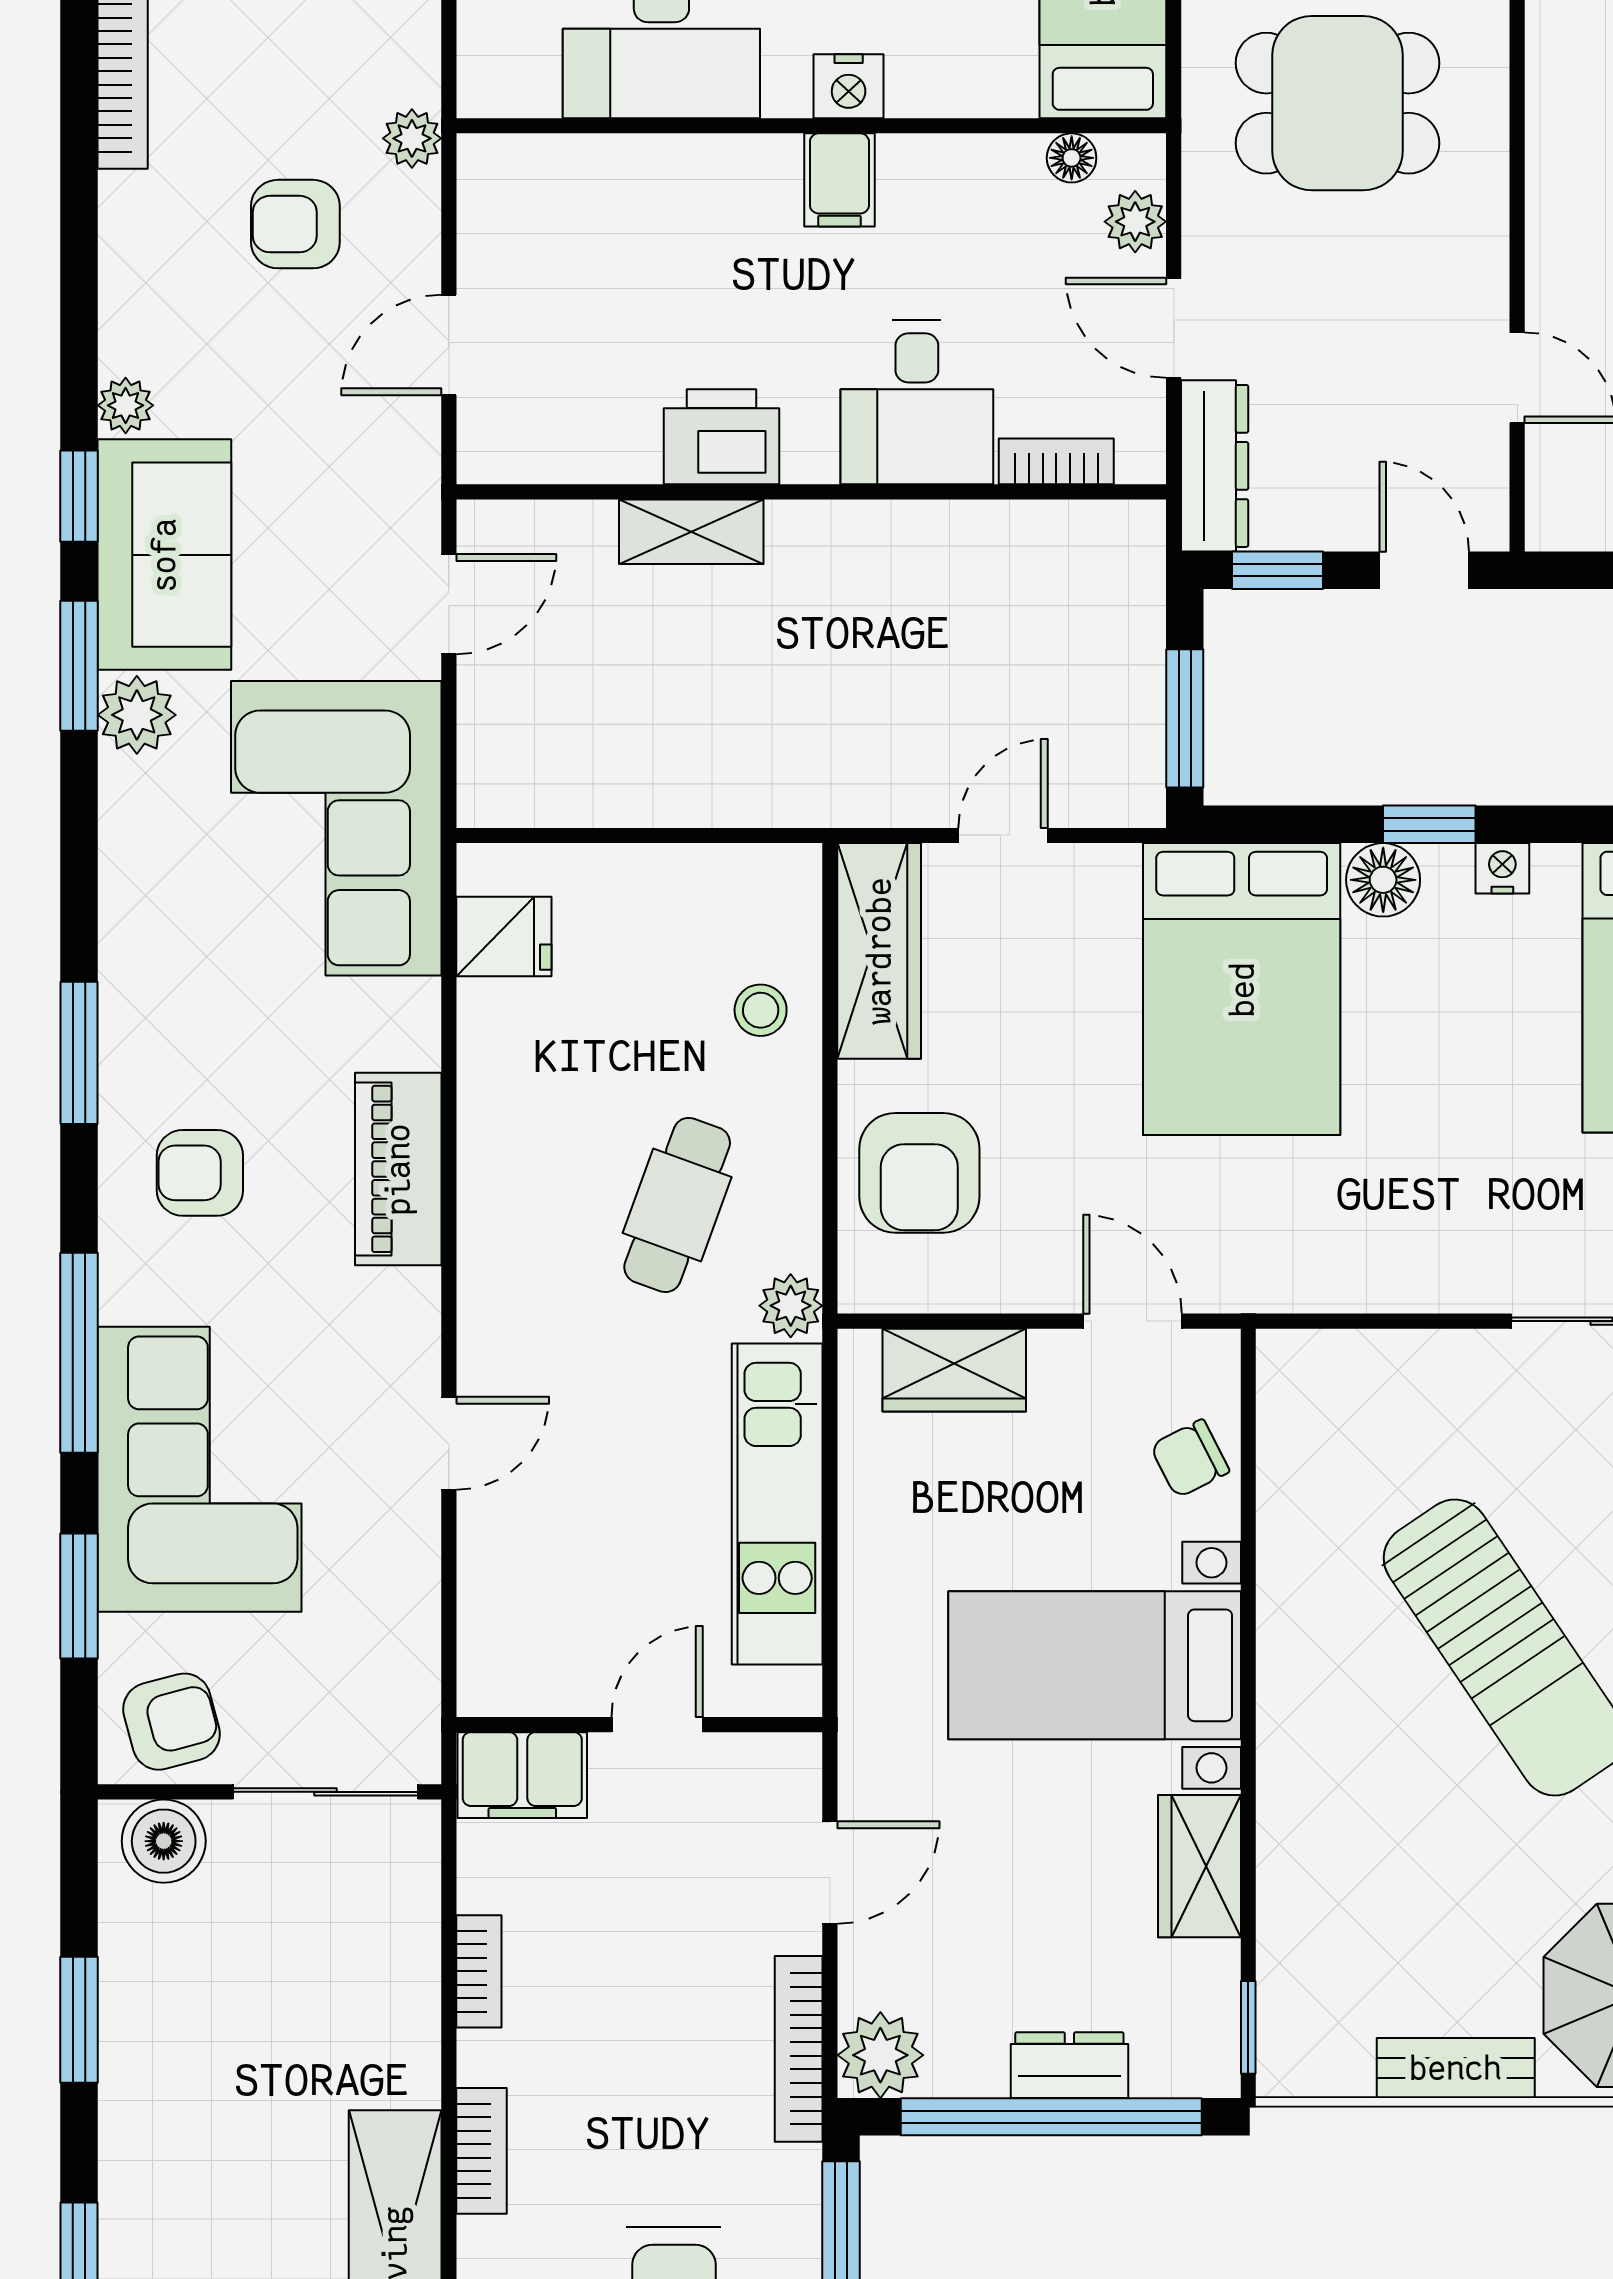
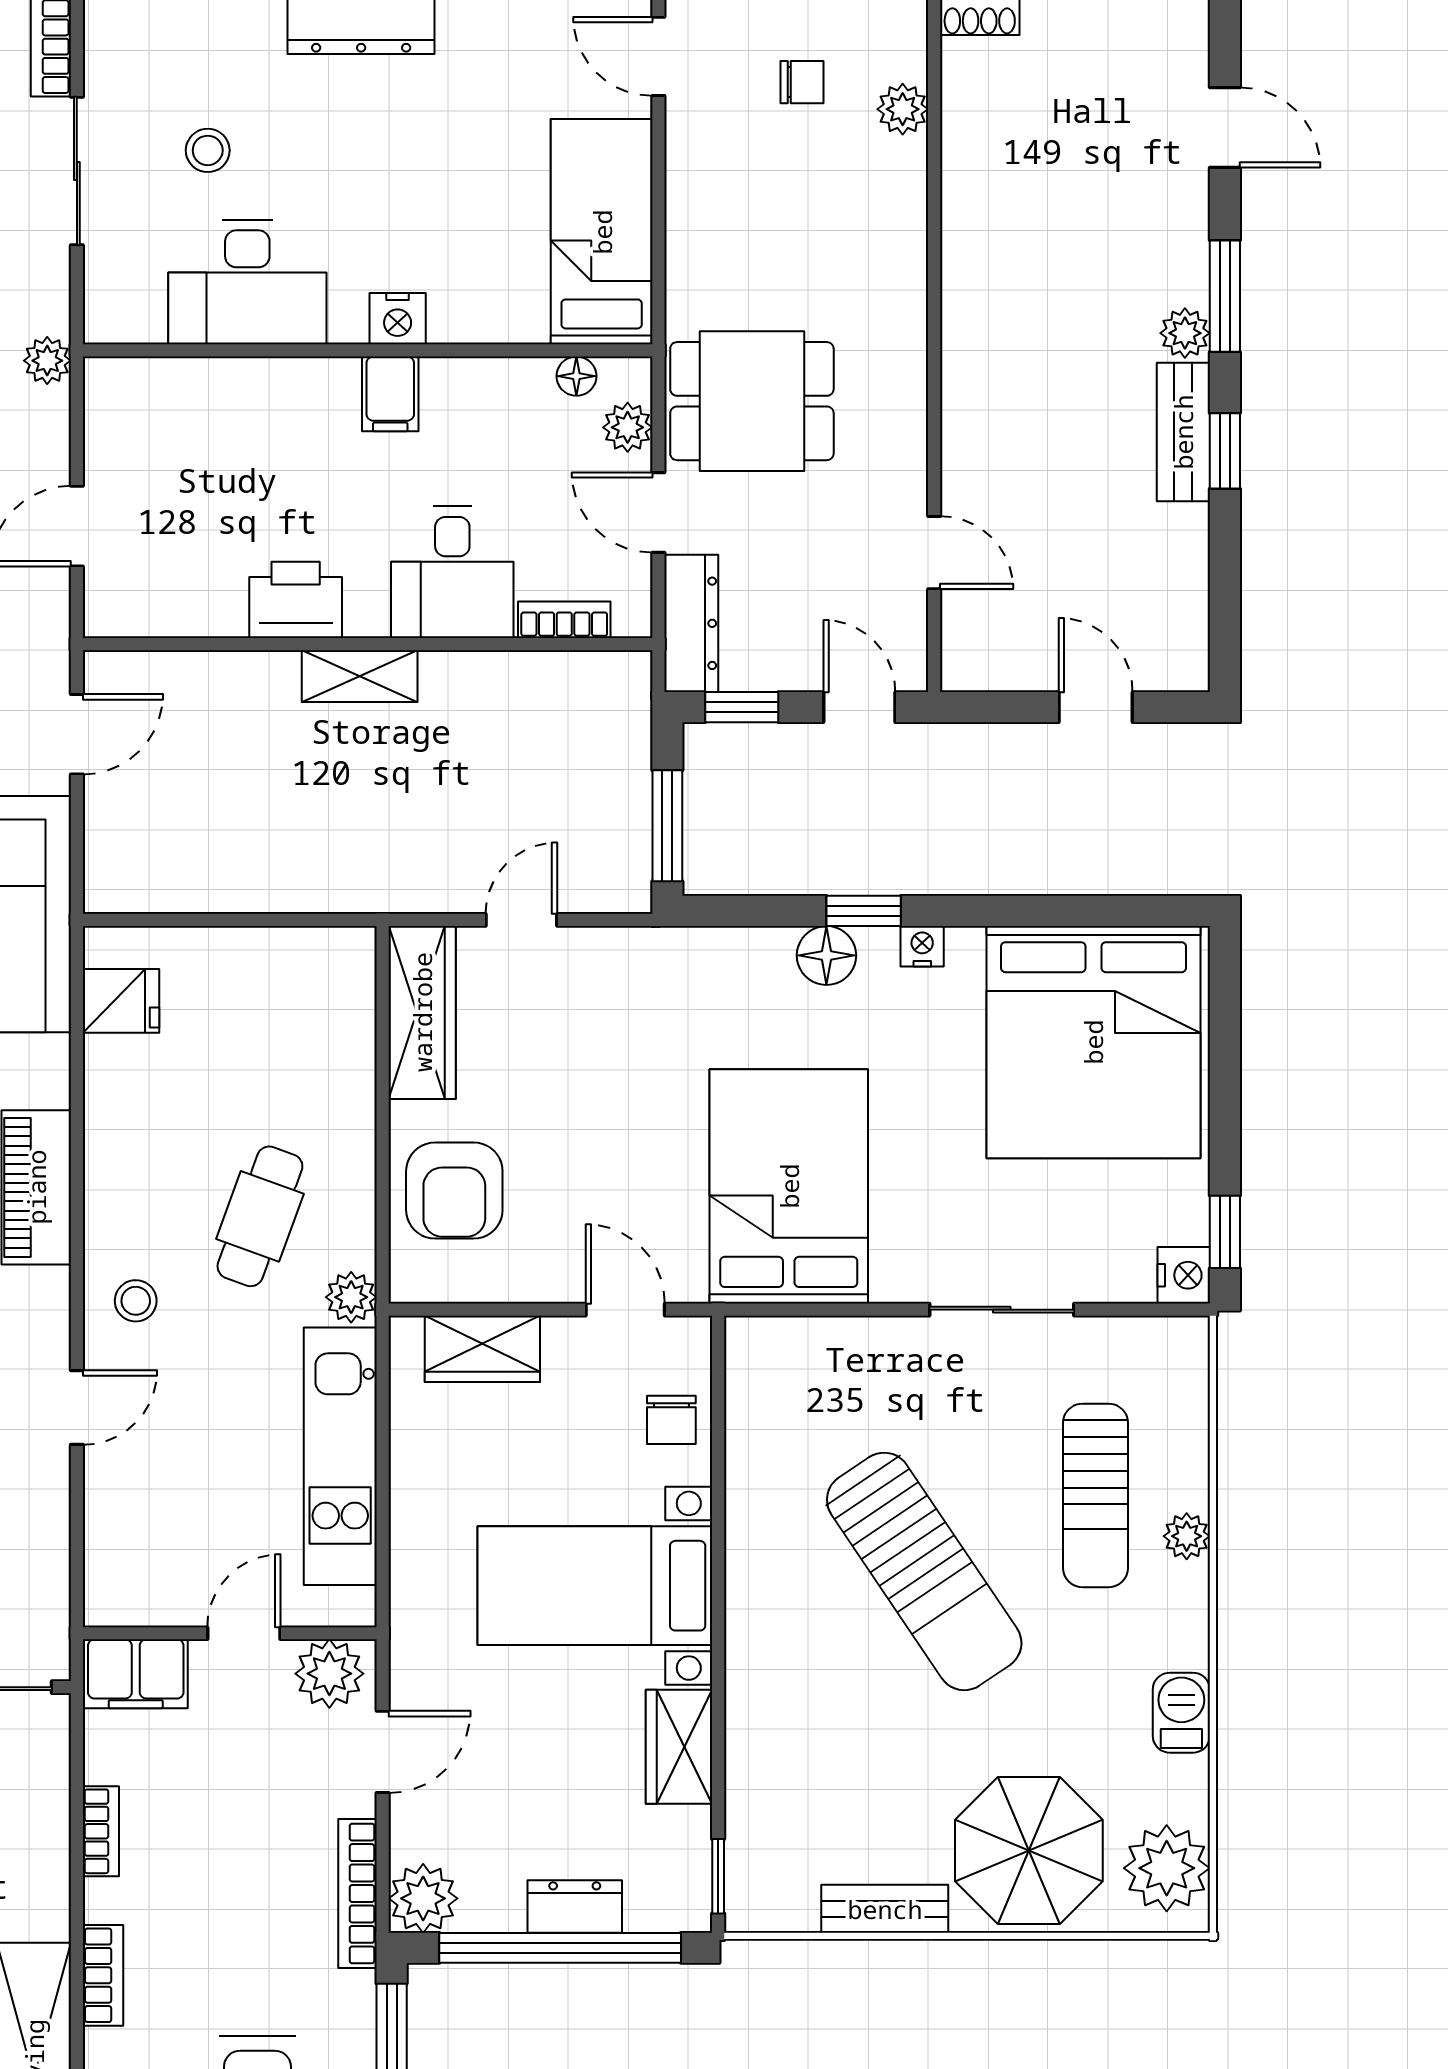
dining table: (1337, 103) -> (752, 401), moved
shelving: (691, 532) -> (360, 676), moved
bed: (1242, 989) -> (789, 1186), moved, turned 180
stool: (761, 1010) -> (136, 1301), moved
chair: (1190, 1459) -> (671, 1420), turned -63
plant: (764, 1775) -> (329, 1674), added

